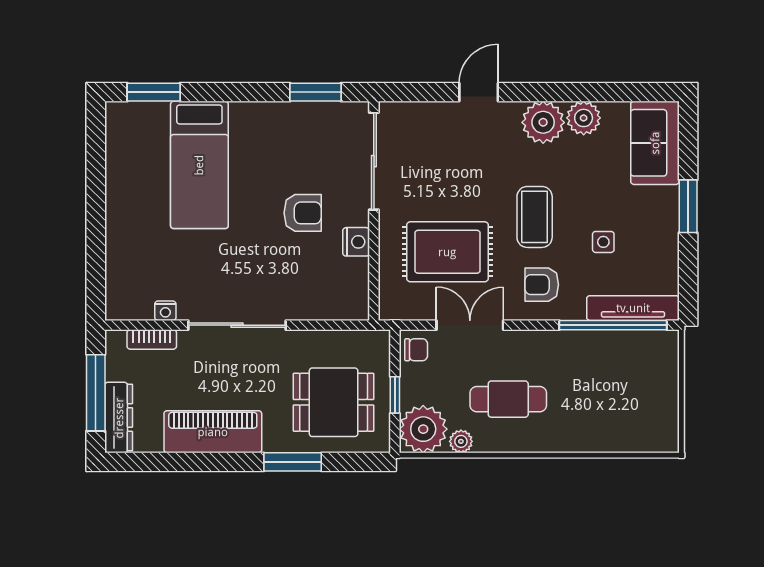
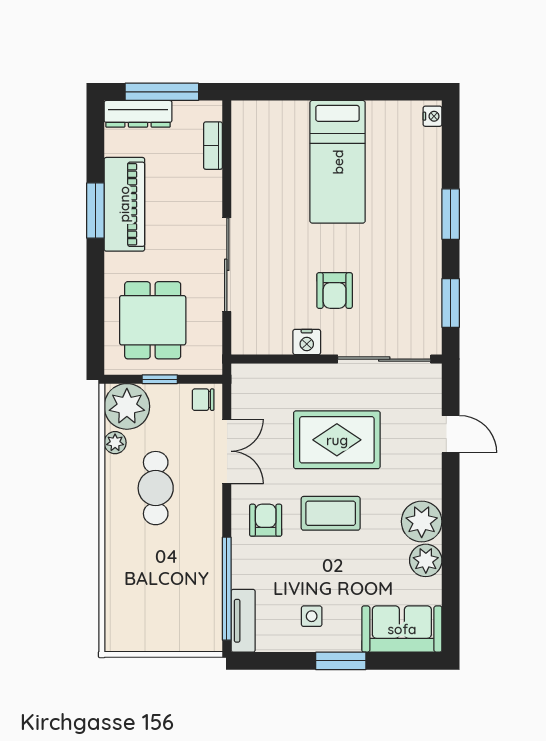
window: (154, 92) -> (451, 214), moved
door: (479, 92) -> (451, 434), moved
bed: (199, 165) -> (338, 162), moved, turned -90
side table: (603, 242) -> (312, 616), moved
rug: (447, 252) -> (337, 440), moved, turned 90
tv unit: (633, 308) -> (243, 621), width x0.71
nightstand: (165, 311) -> (433, 116), moved, turned 180
sliding door: (237, 325) -> (227, 265), moved
chair: (416, 350) -> (203, 400), turned 90
window: (293, 462) -> (95, 211), moved

